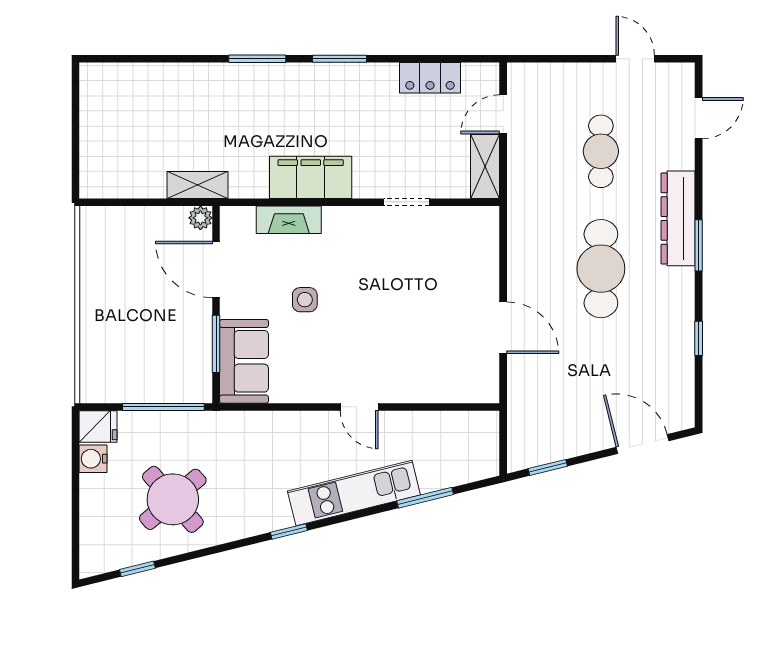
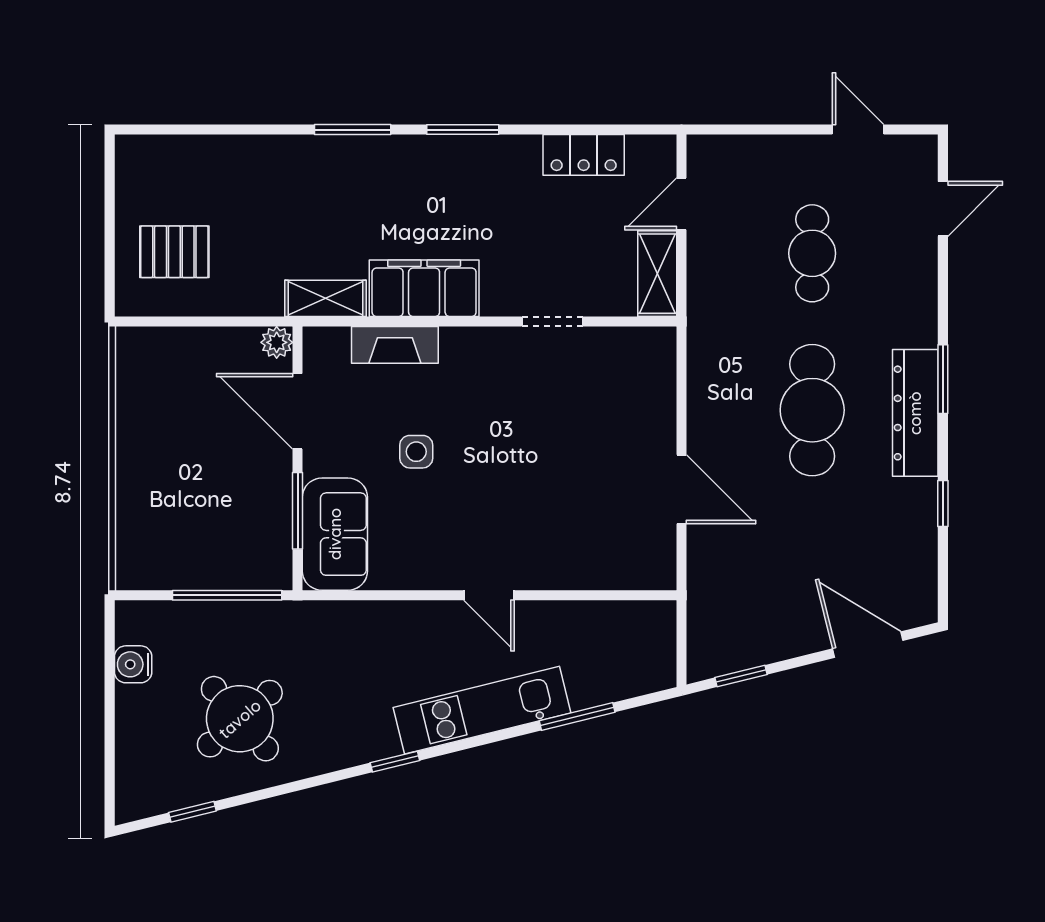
pallet: (124, 150) -> (174, 252), added
shelving: (198, 185) -> (325, 298), moved
dresser: (678, 218) -> (915, 413), moved
fridge: (98, 426) -> (140, 621), removed

